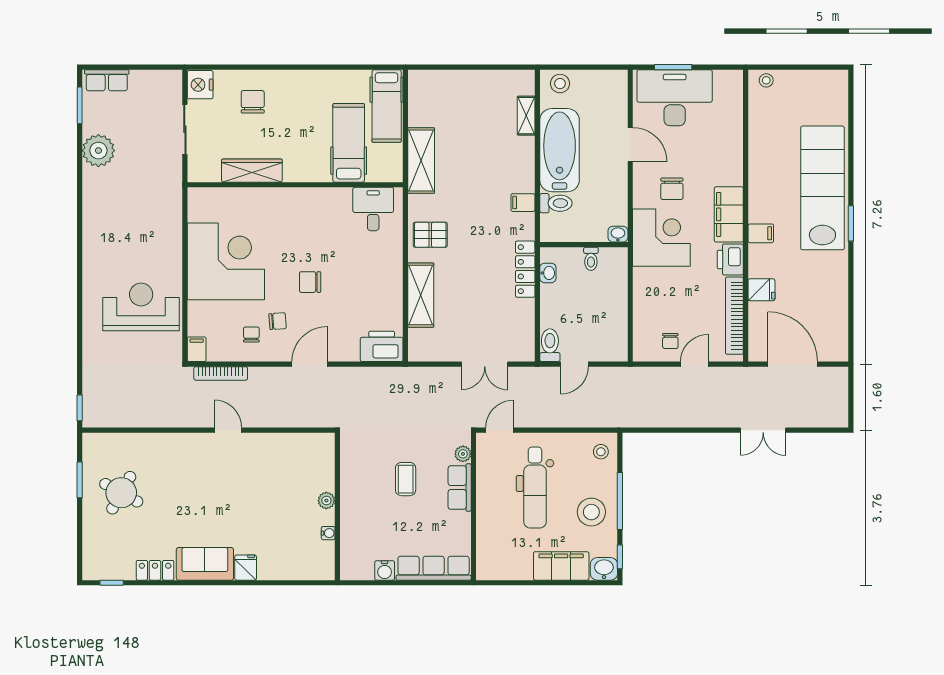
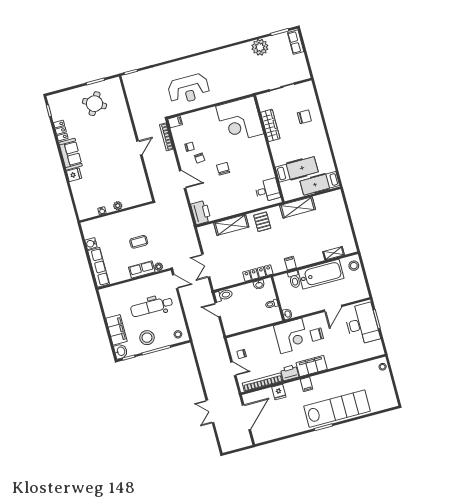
nightstand: (200, 85) -> (306, 89), removed
corner desk: (226, 261) -> (240, 120), moved, turned 90
reception desk: (141, 307) -> (189, 89), turned 90

